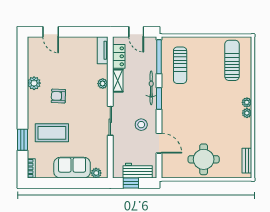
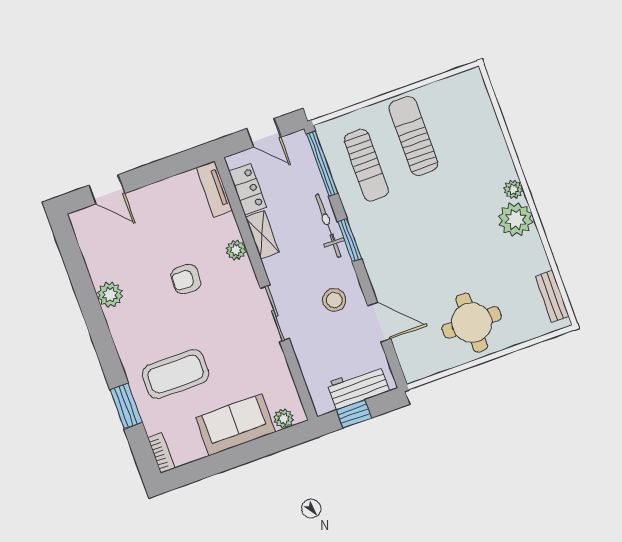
sun lounger: (232, 60) -> (413, 136), moved
armchair: (58, 96) -> (186, 279), moved
plant: (247, 113) -> (516, 219), width x1.88, depth x1.88

